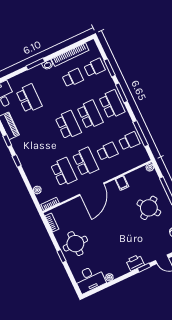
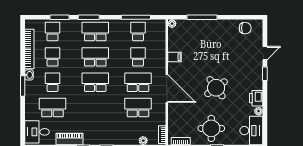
school desk: (51, 88) -> (53, 82), added
round table: (149, 208) -> (216, 88), moved
printer: (135, 263) -> (256, 98), moved

